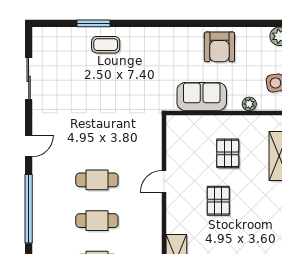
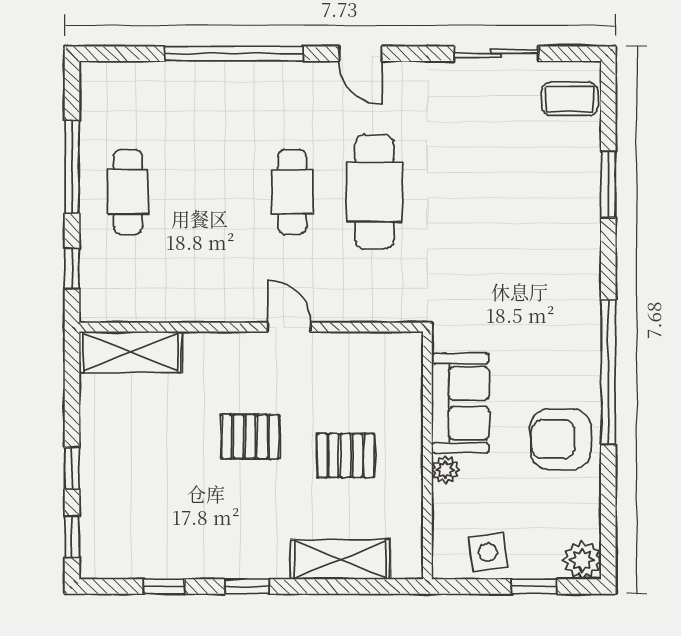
window: (186, 23) -> (608, 372), added
coffee table: (106, 45) -> (570, 99), moved, turned 90
plant: (249, 104) -> (446, 470), moved
cafe table: (97, 221) -> (374, 192), moved, width x1.37, depth x1.35

